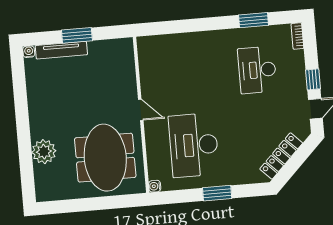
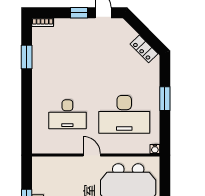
desk: (257, 70) -> (67, 114), moved
door: (141, 110) -> (92, 155), hinge flipped
locker: (281, 156) -> (144, 49), width x0.66

